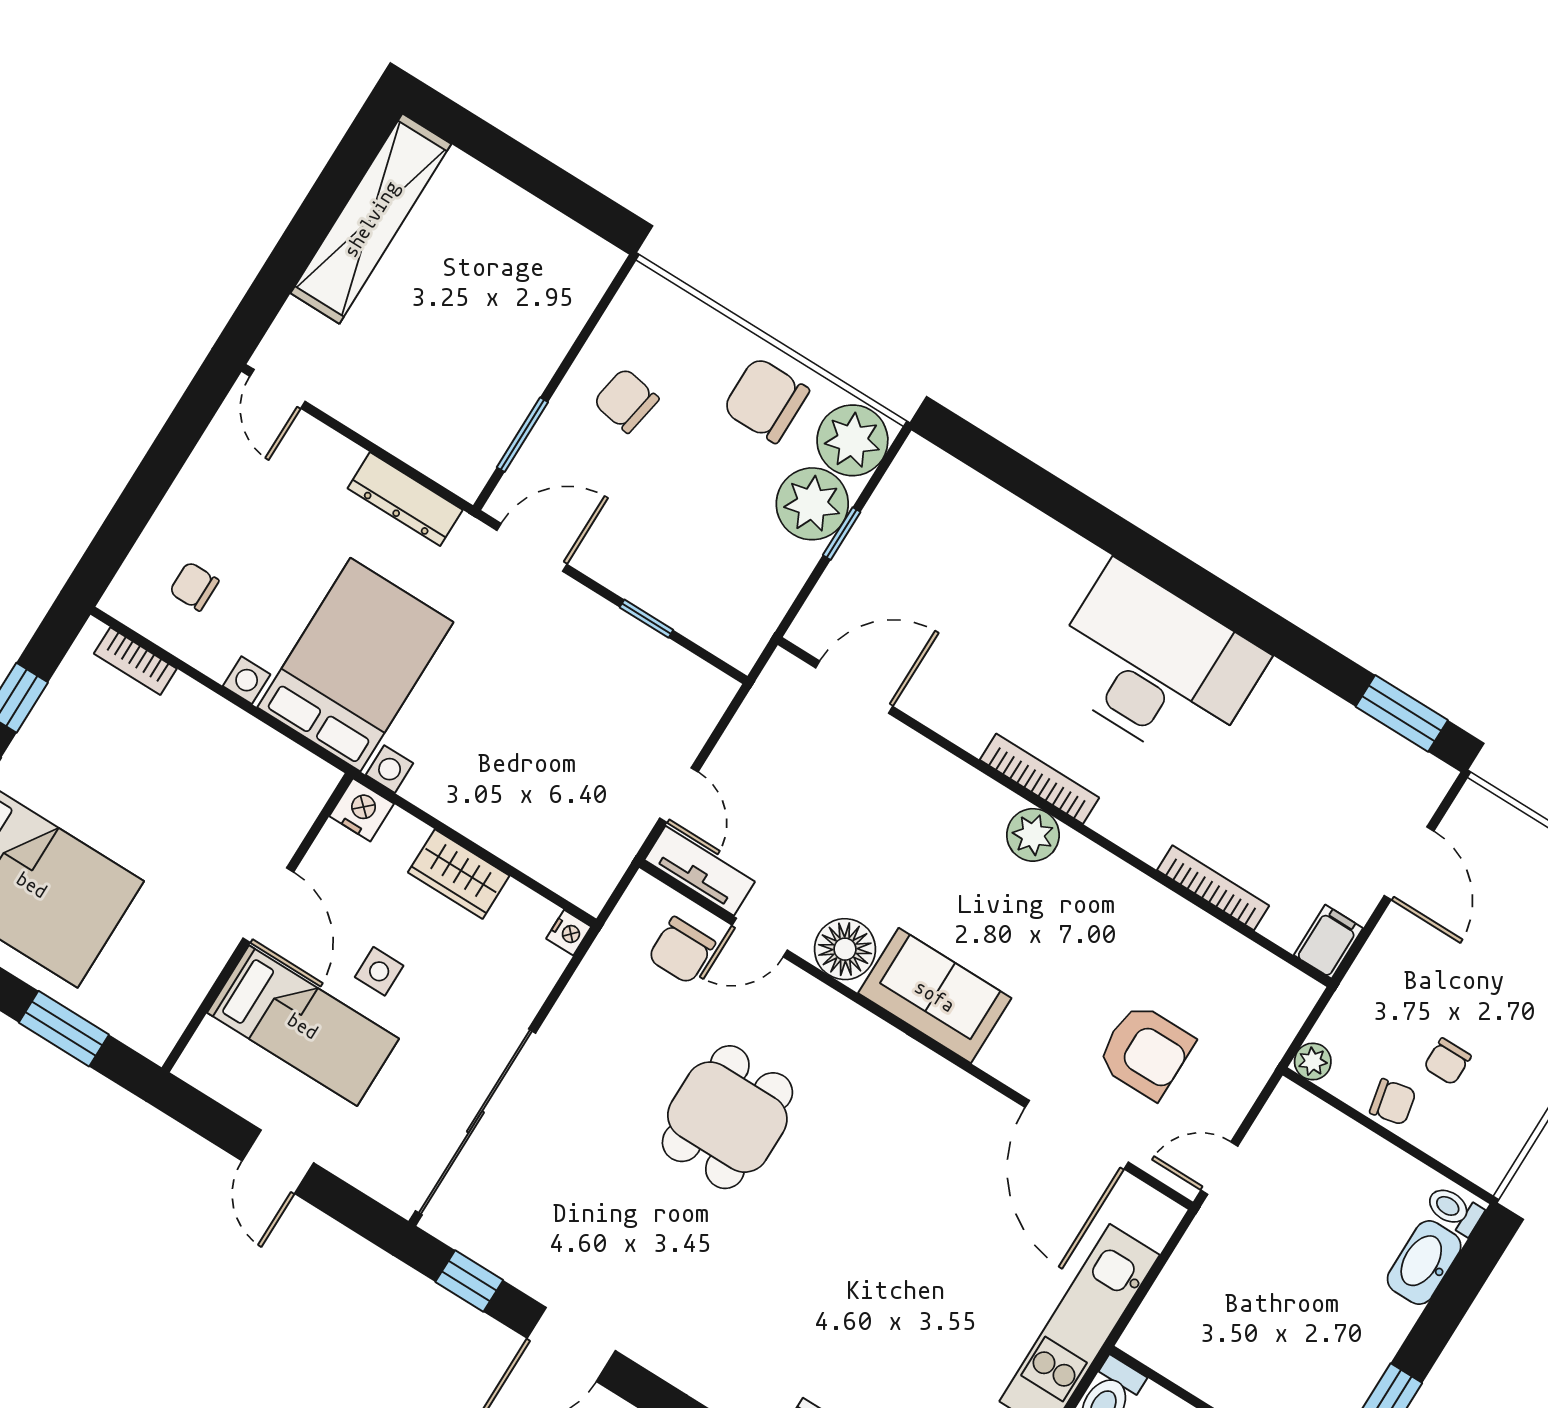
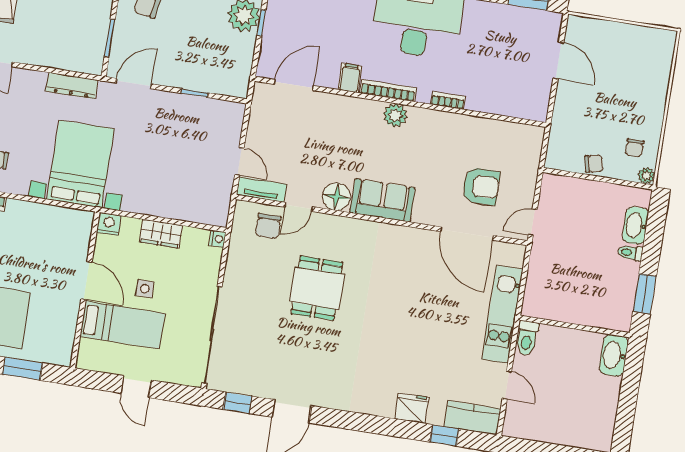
bookcase: (1213, 888) -> (448, 100), moved, width x0.64
filing cabinet: (1328, 942) -> (350, 78), moved
chair: (1447, 1061) -> (634, 148), moved
plant: (1313, 1062) -> (646, 176), moved
toilet: (1454, 1210) -> (630, 253), moved

